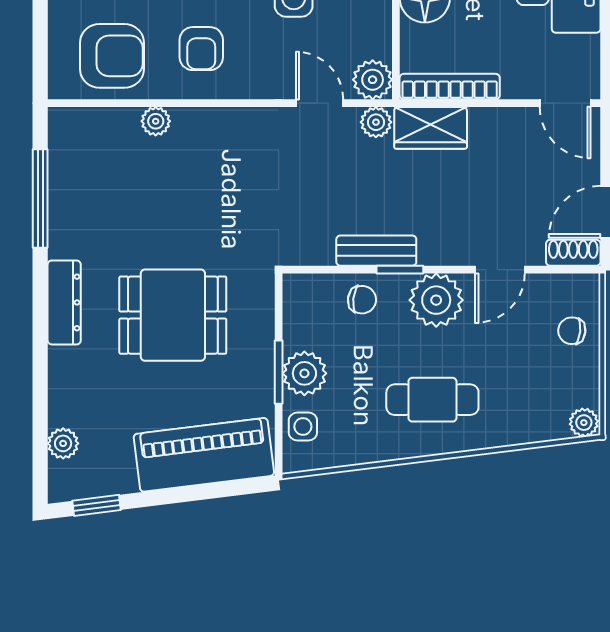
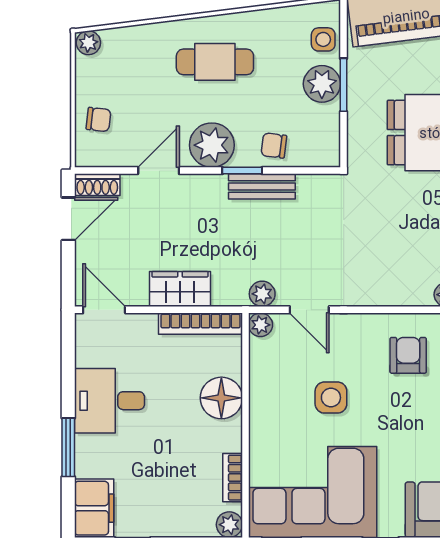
plant: (373, 80) -> (261, 325), width x0.73, depth x0.73
wardrobe: (431, 128) -> (180, 289), moved

